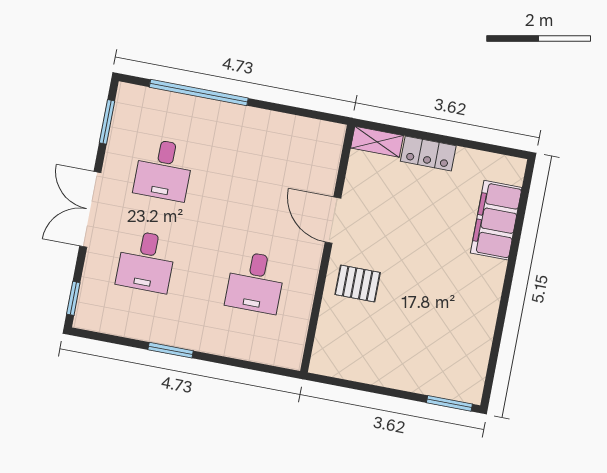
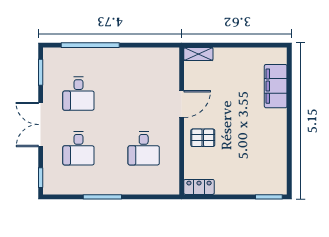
locker: (428, 153) -> (199, 187), moved, turned 180
door: (333, 220) -> (182, 104), swing flipped
window: (171, 350) -> (102, 197), width x1.44

